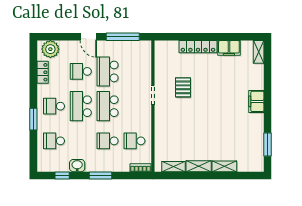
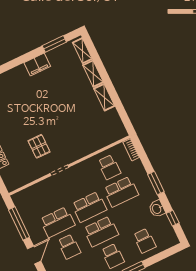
pallet: (183, 87) -> (39, 146), turned 90
filing cabinet: (256, 101) -> (37, 65), moved
school desk: (108, 141) -> (121, 192), width x1.85
shelving: (174, 167) -> (82, 51), moved

